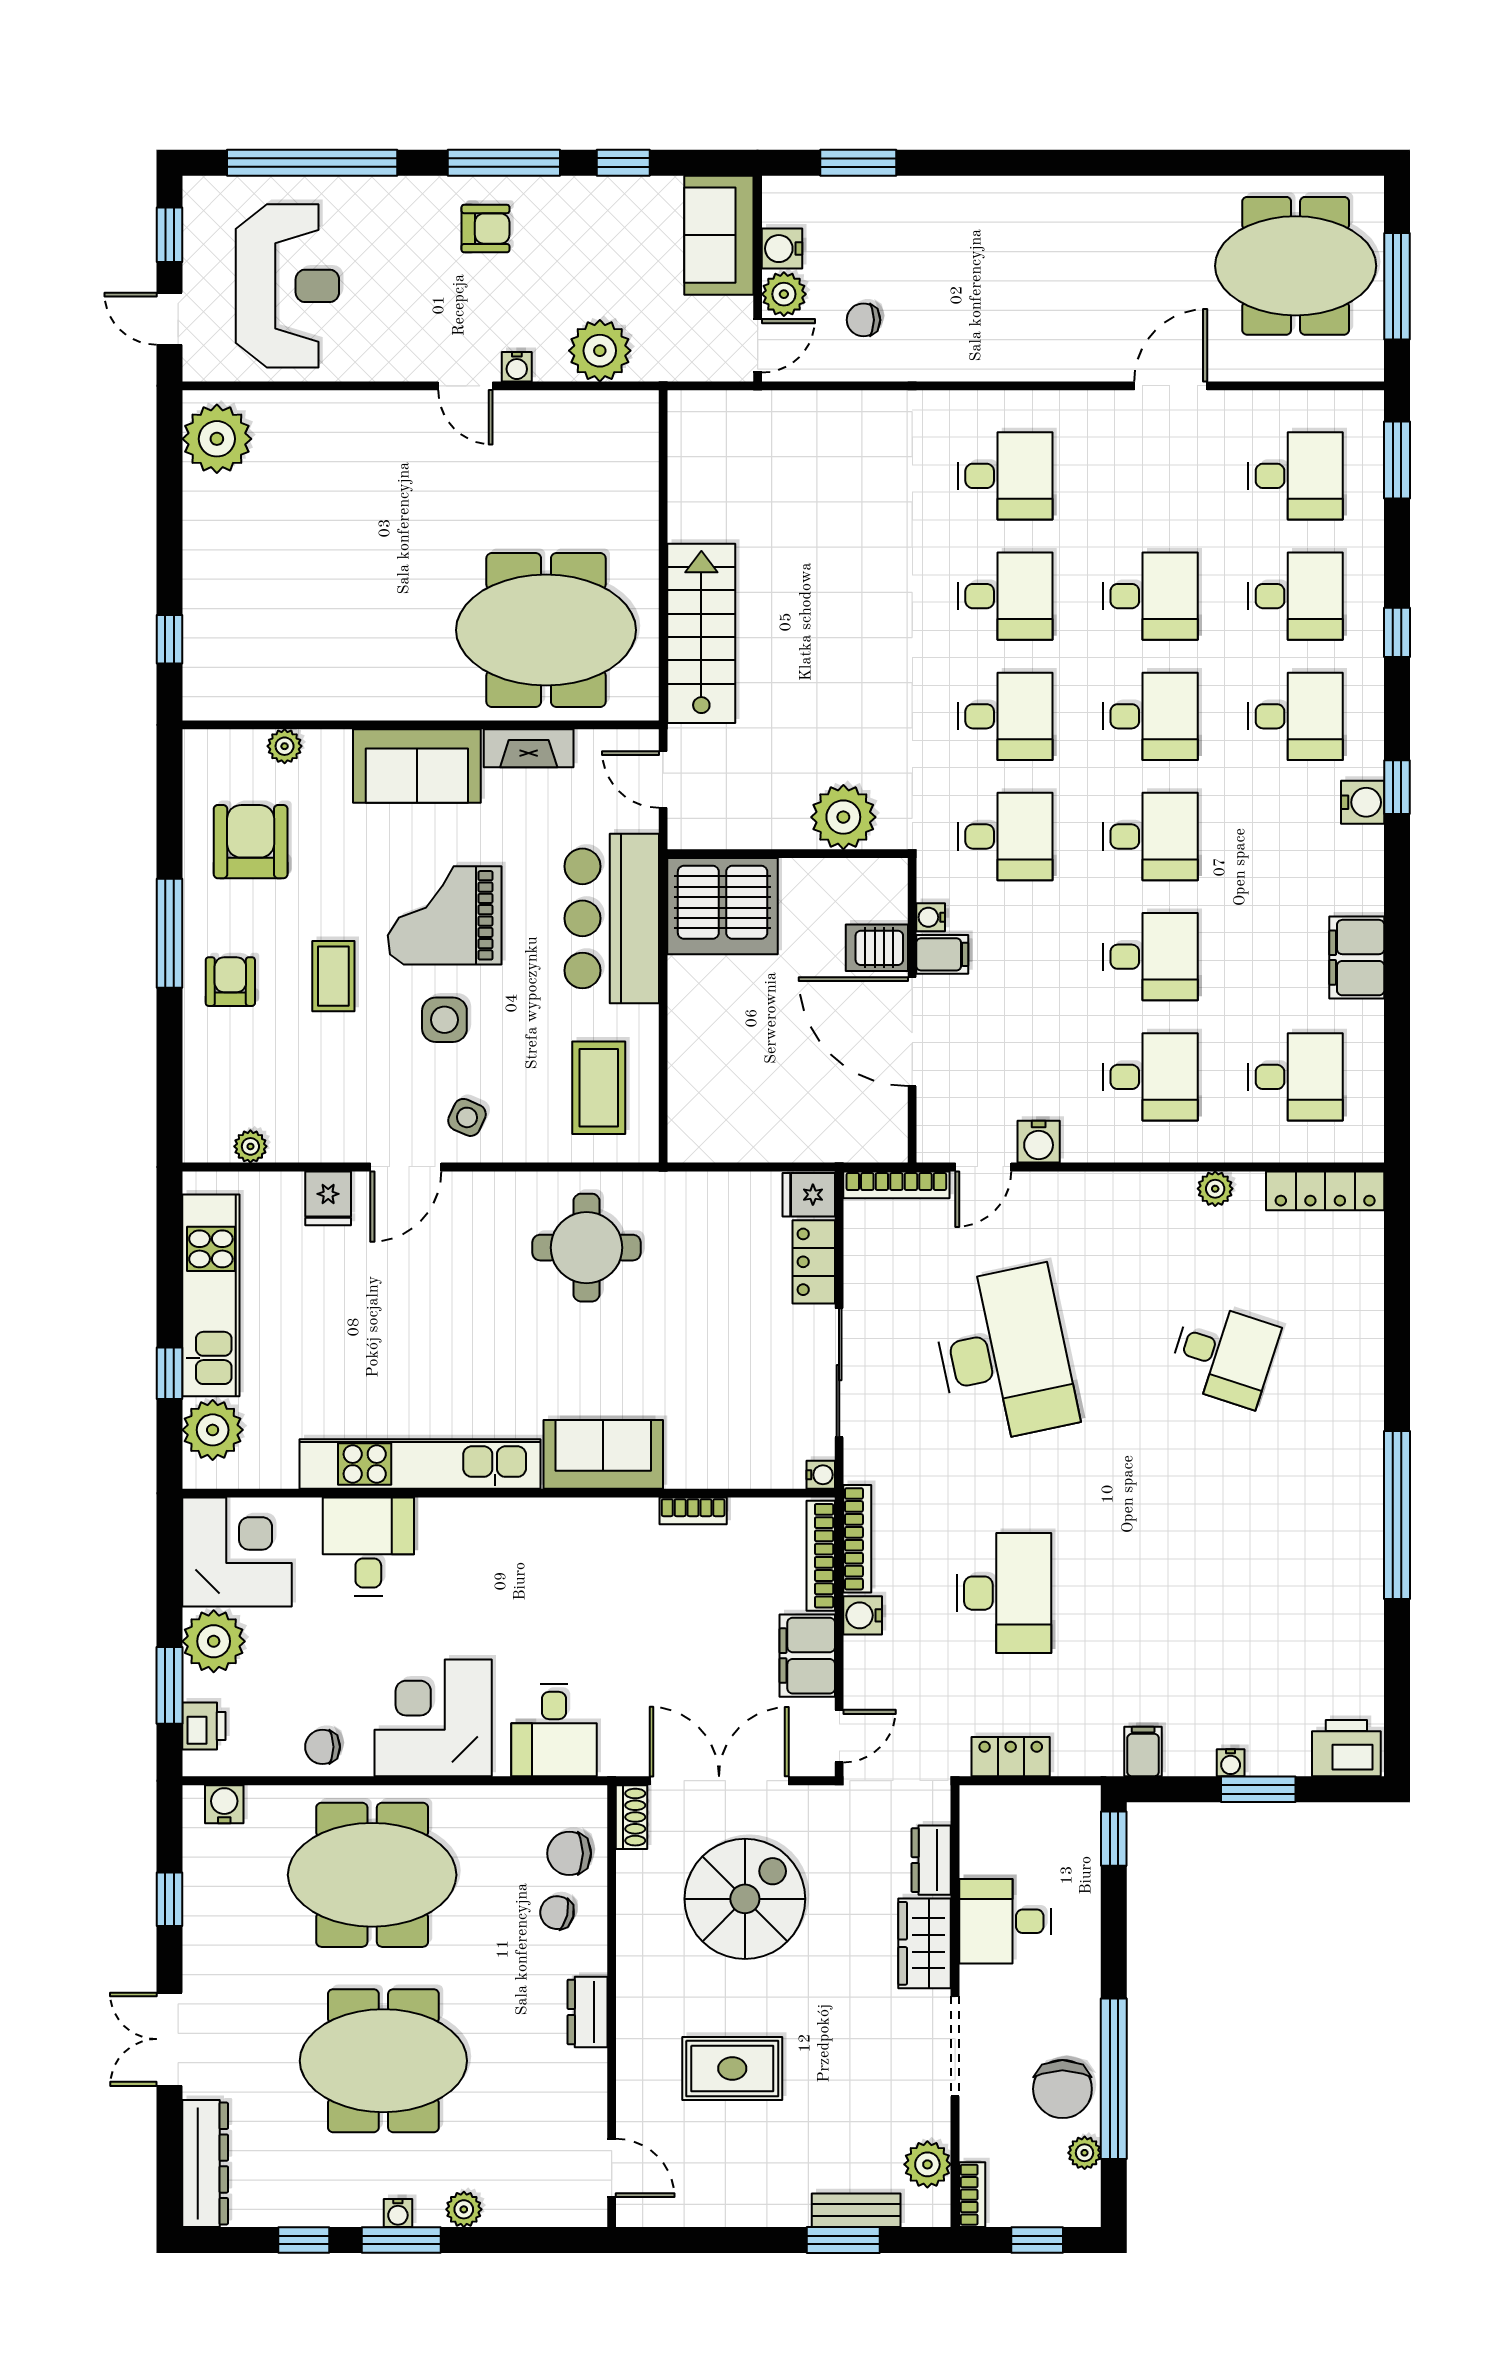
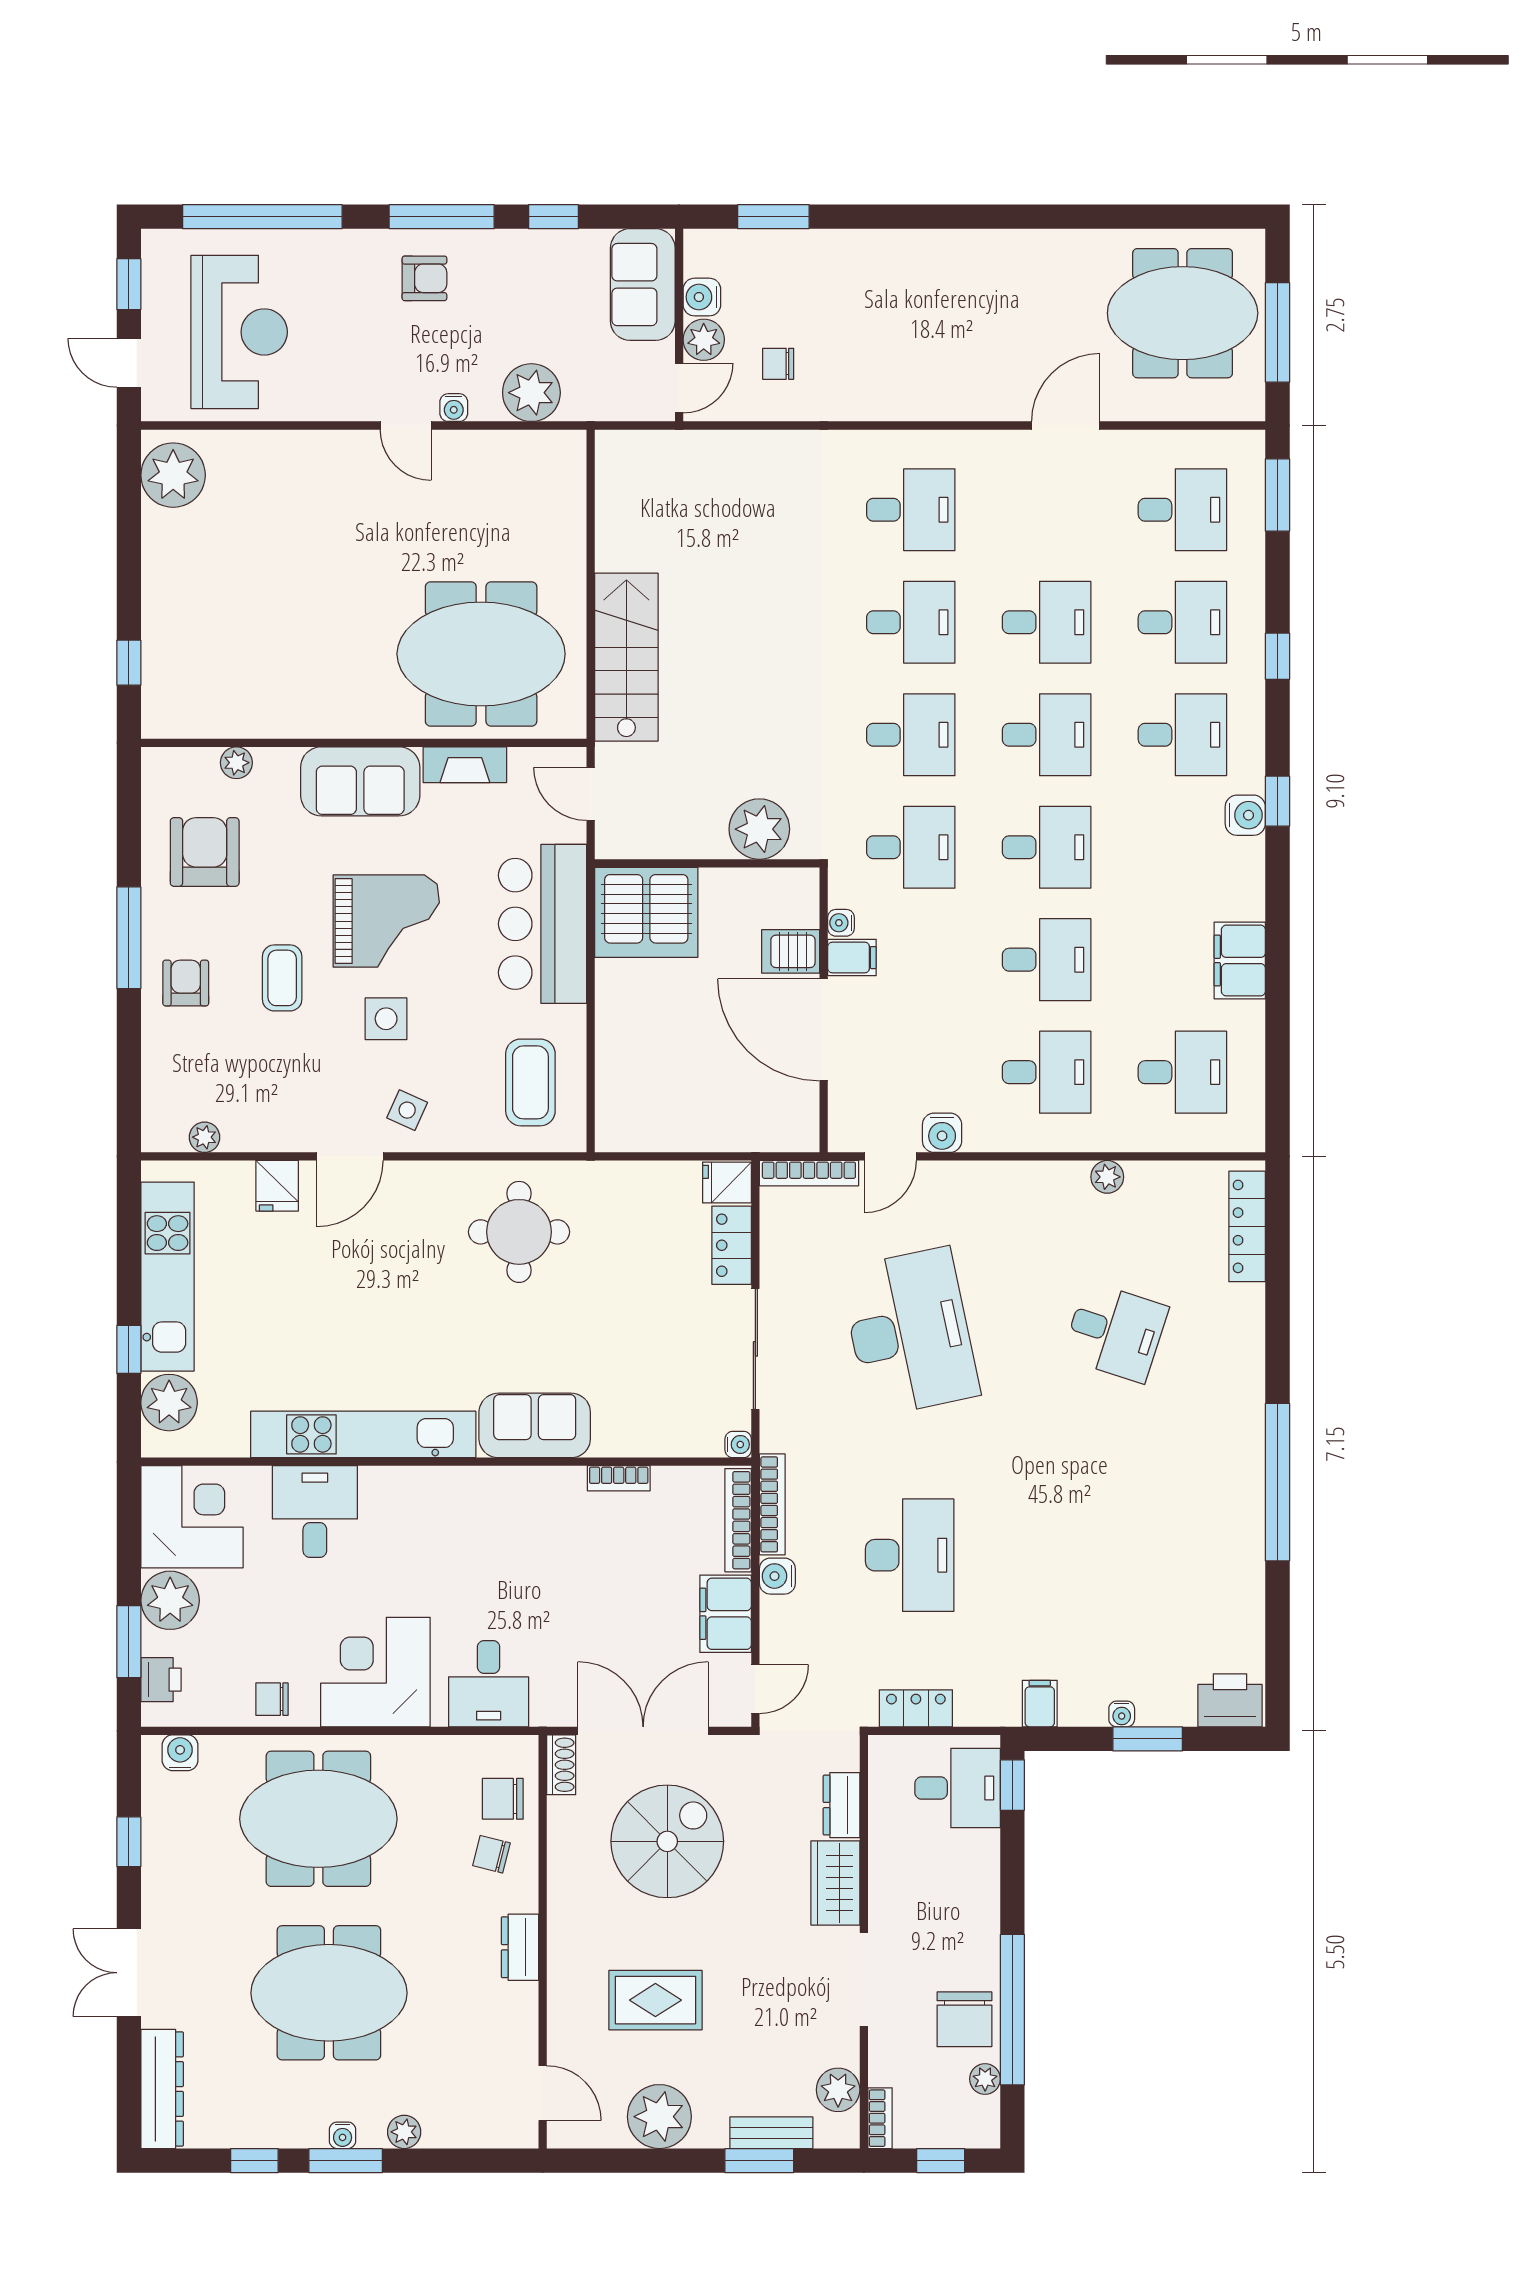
grand piano: (445, 915) -> (386, 921), turned 180
locker: (1325, 1191) -> (1247, 1226), moved, turned 90
desk: (1005, 1921) -> (958, 1788), moved, turned 180
plant: (737, 2193) -> (659, 2117), added

